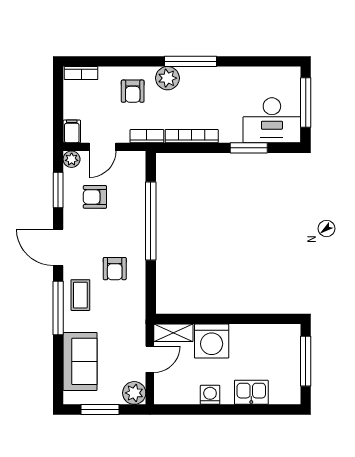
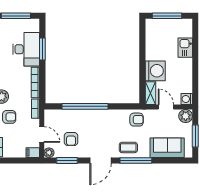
desk: (272, 120) -> (26, 49), moved
armchair: (115, 269) -> (137, 120), moved
washing machine: (210, 395) -> (187, 99), moved

